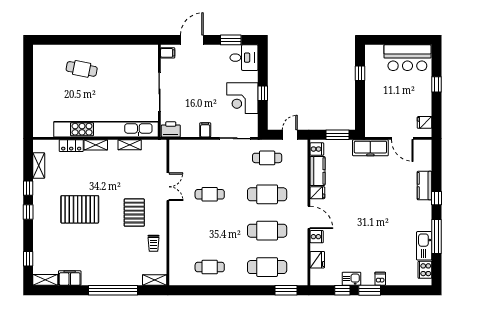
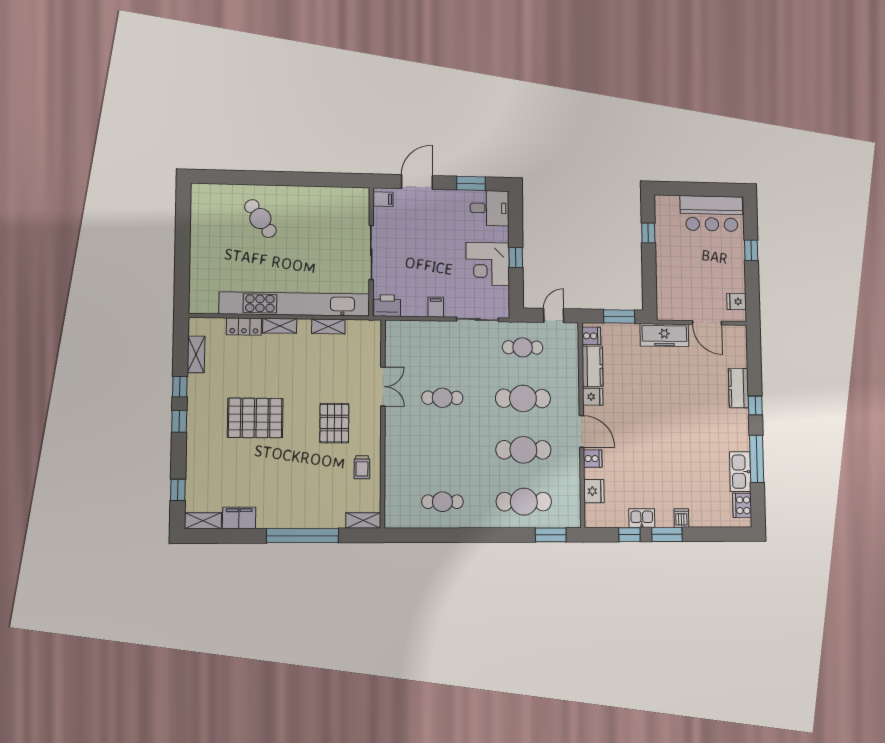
cafe table: (82, 69) -> (260, 219), turned 44

